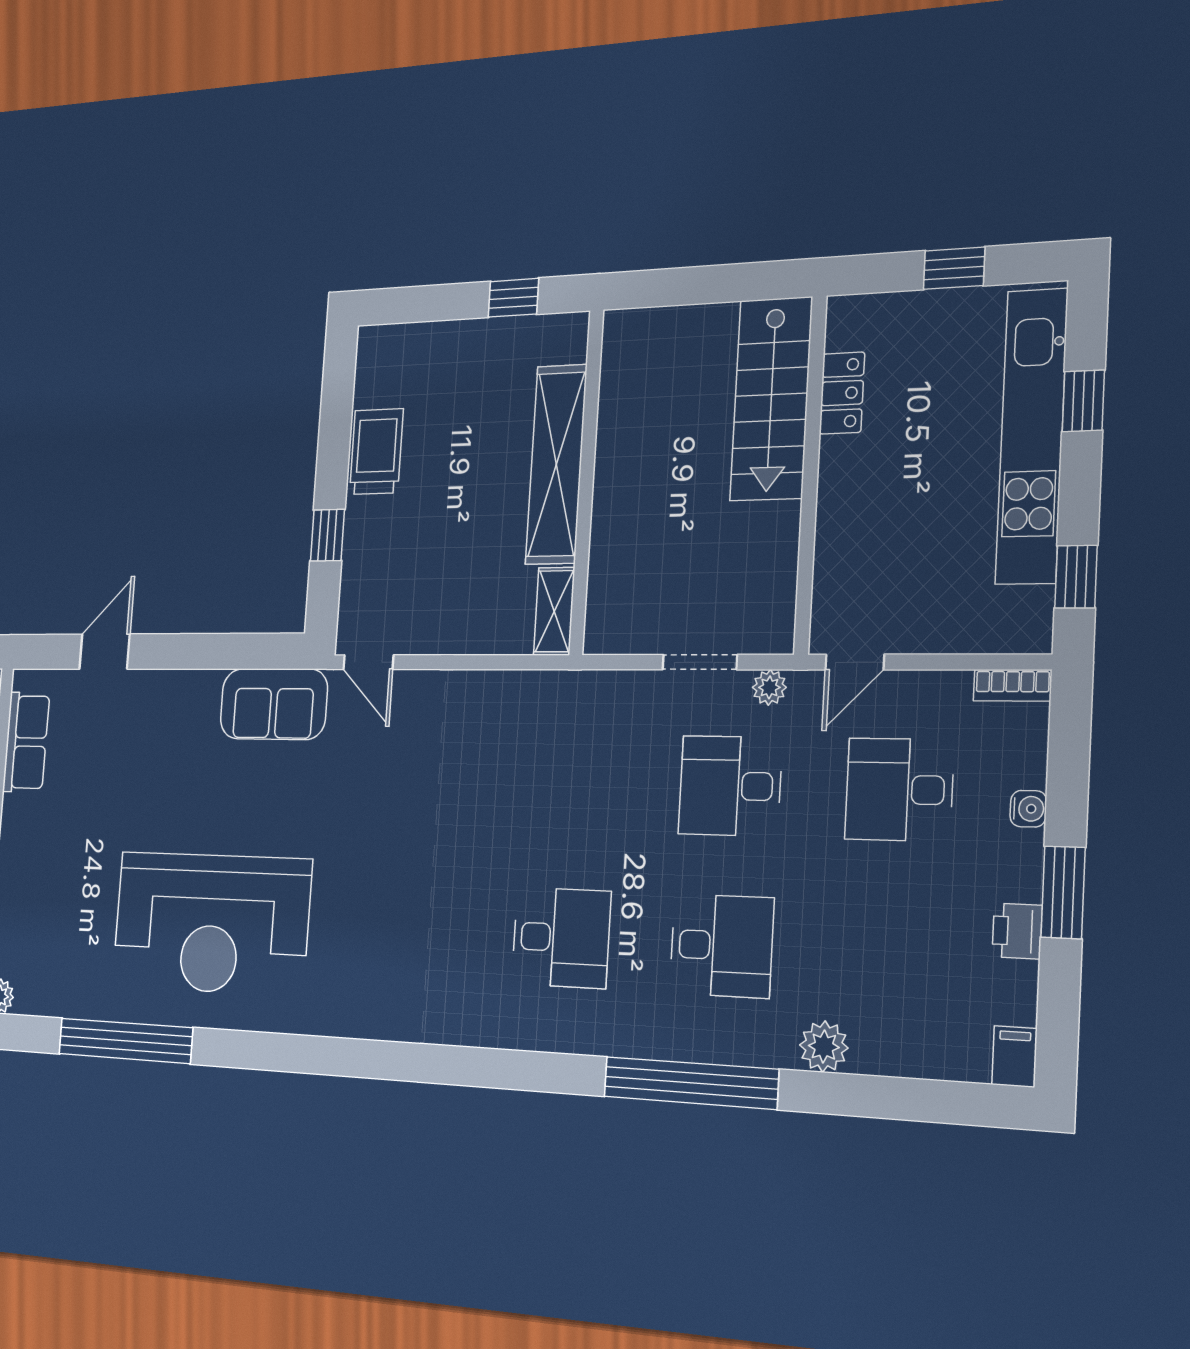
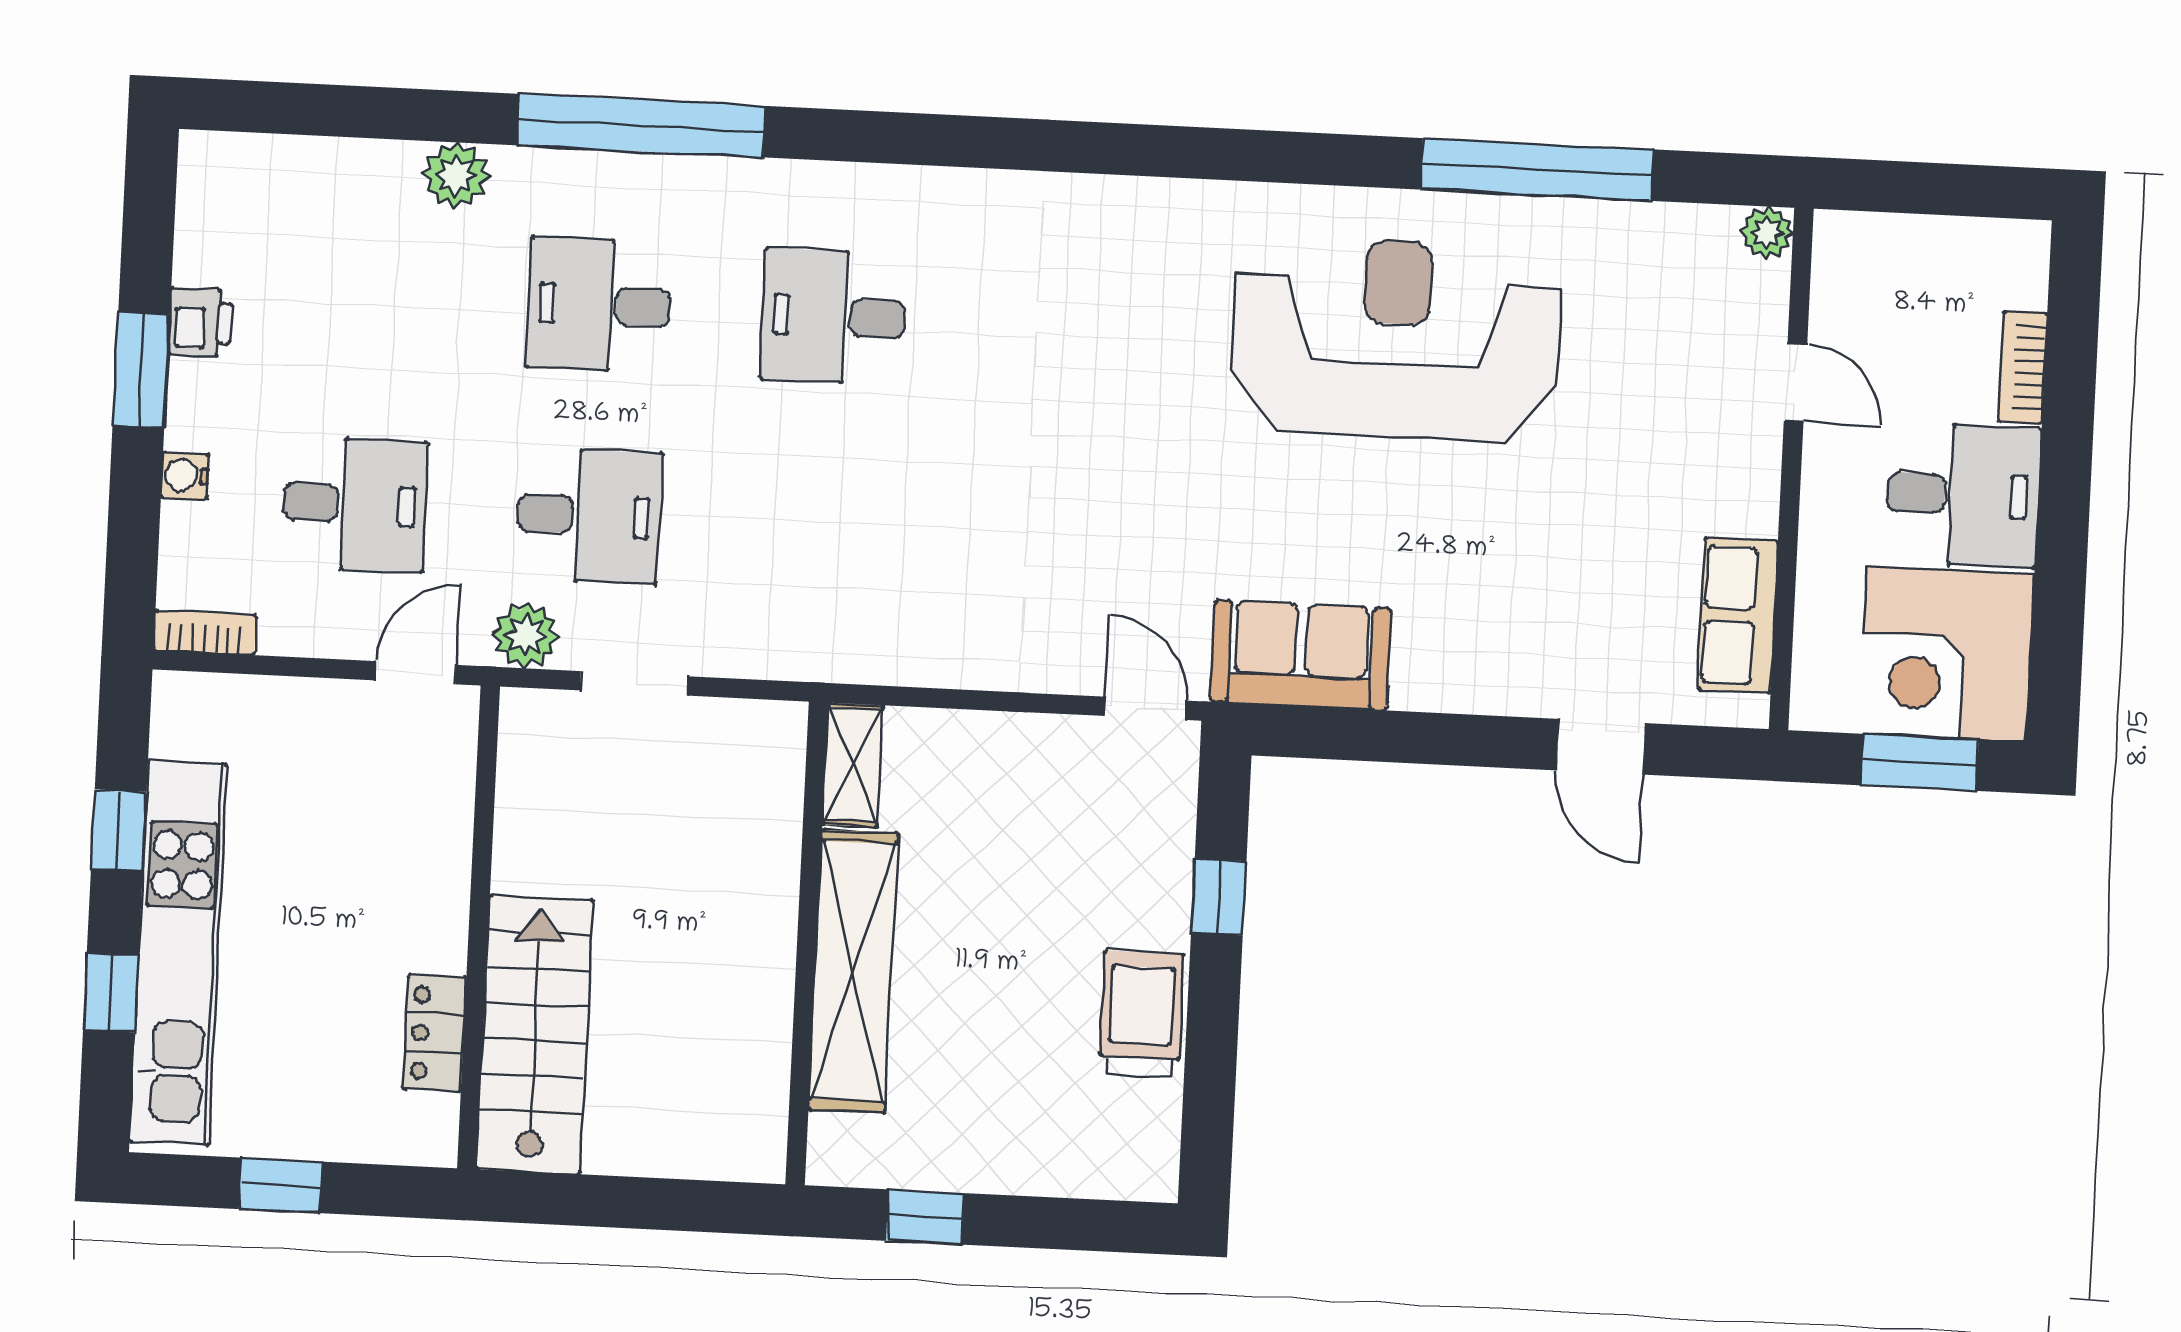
trolley: (376, 451) -> (1141, 1014), turned 180
window: (1076, 577) -> (119, 830), moved
door: (104, 652) -> (1601, 747), hinge flipped
plant: (769, 687) -> (526, 635), width x1.38, depth x1.38
filing cabinet: (1014, 1056) -> (204, 167), removed

